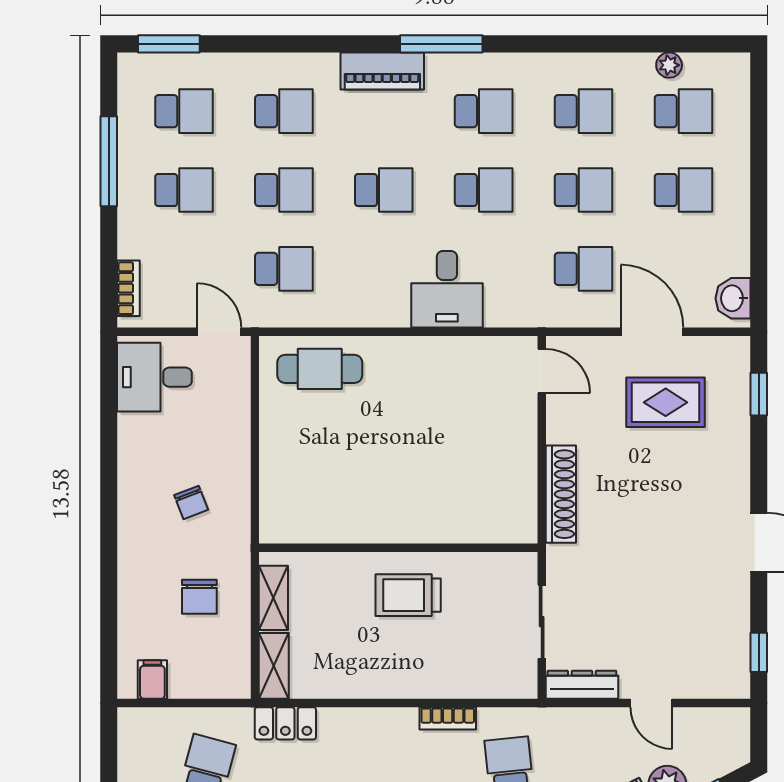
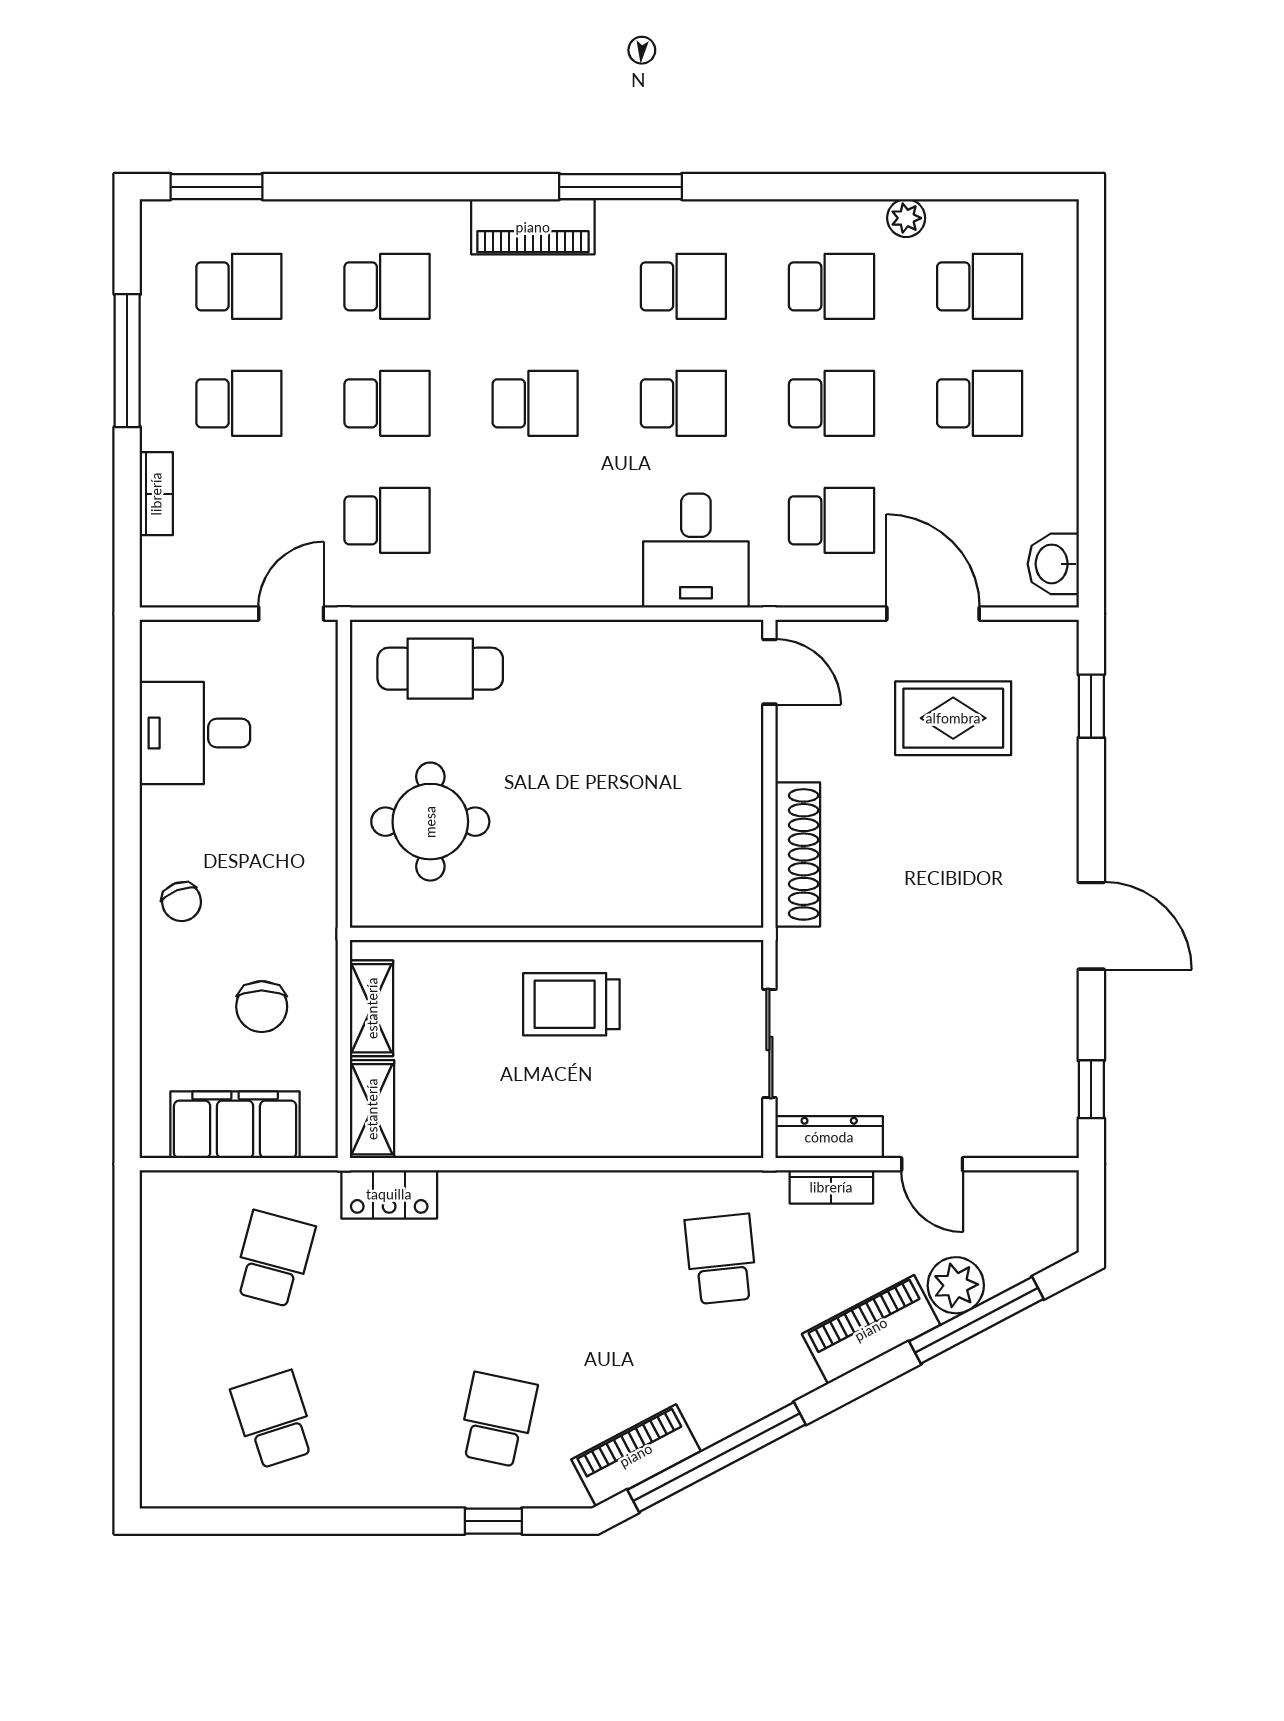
plant: (669, 65) -> (906, 218), moved
bookcase: (128, 288) -> (156, 494), moved
desk: (447, 289) -> (696, 551), moved
door: (219, 332) -> (291, 614), hinge flipped
desk: (154, 377) -> (195, 733), moved
round table: (313, 472) -> (430, 822), added
chair: (191, 502) -> (182, 902), moved
filing cabinet: (152, 680) -> (235, 1125), width x3.00, depth x1.17
bookcase: (448, 718) -> (831, 1187), moved

